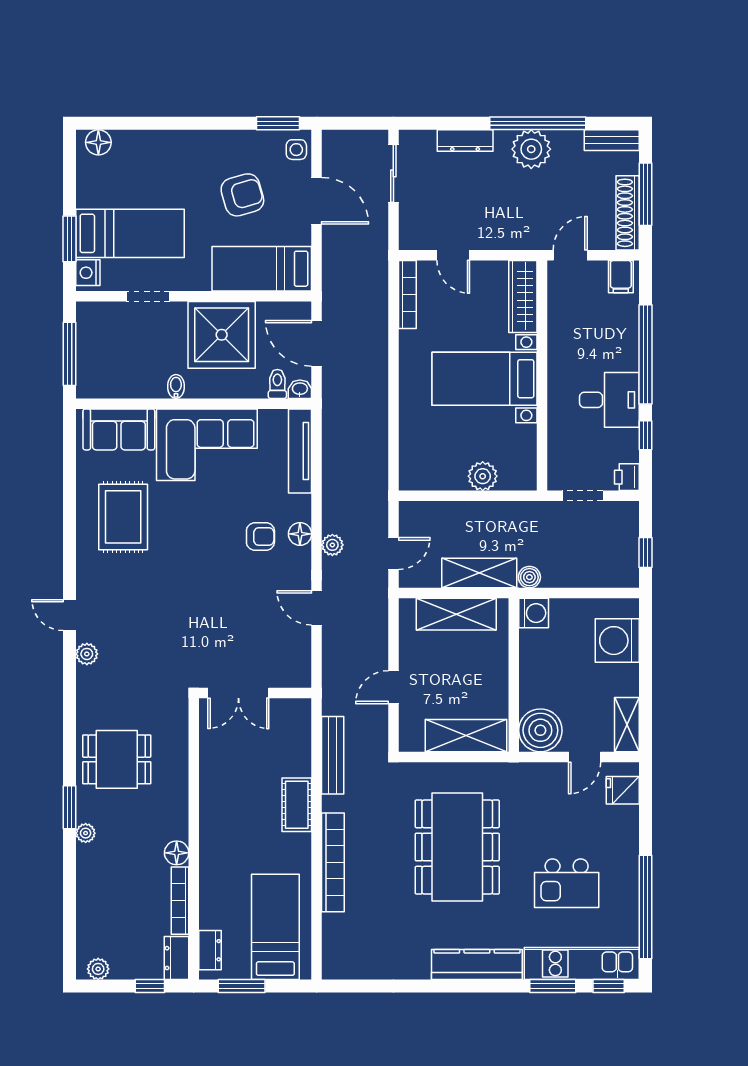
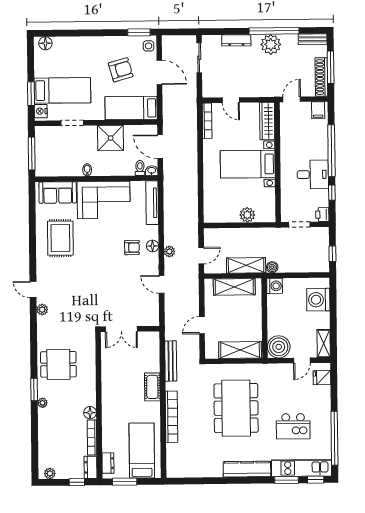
shower: (222, 335) -> (111, 138), width x0.73, depth x0.73

